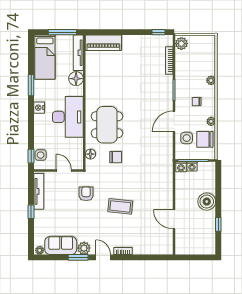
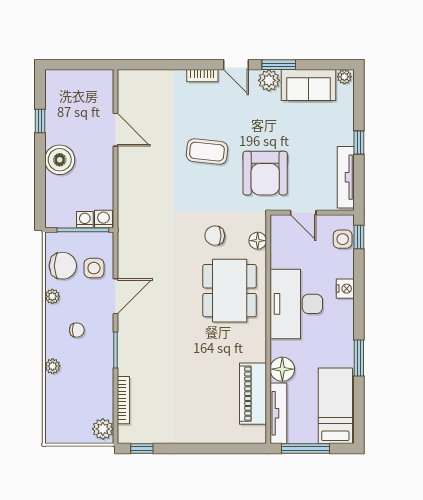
piano: (103, 43) -> (253, 394), moved, turned -90
nightstand: (39, 108) -> (345, 289), moved
armchair: (86, 194) -> (265, 173), width x1.88, depth x1.88

